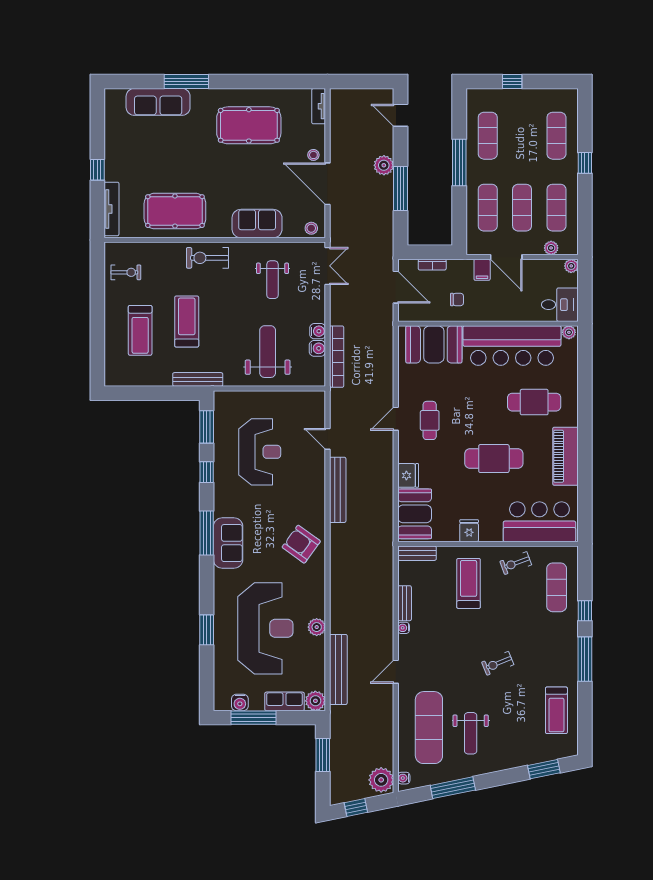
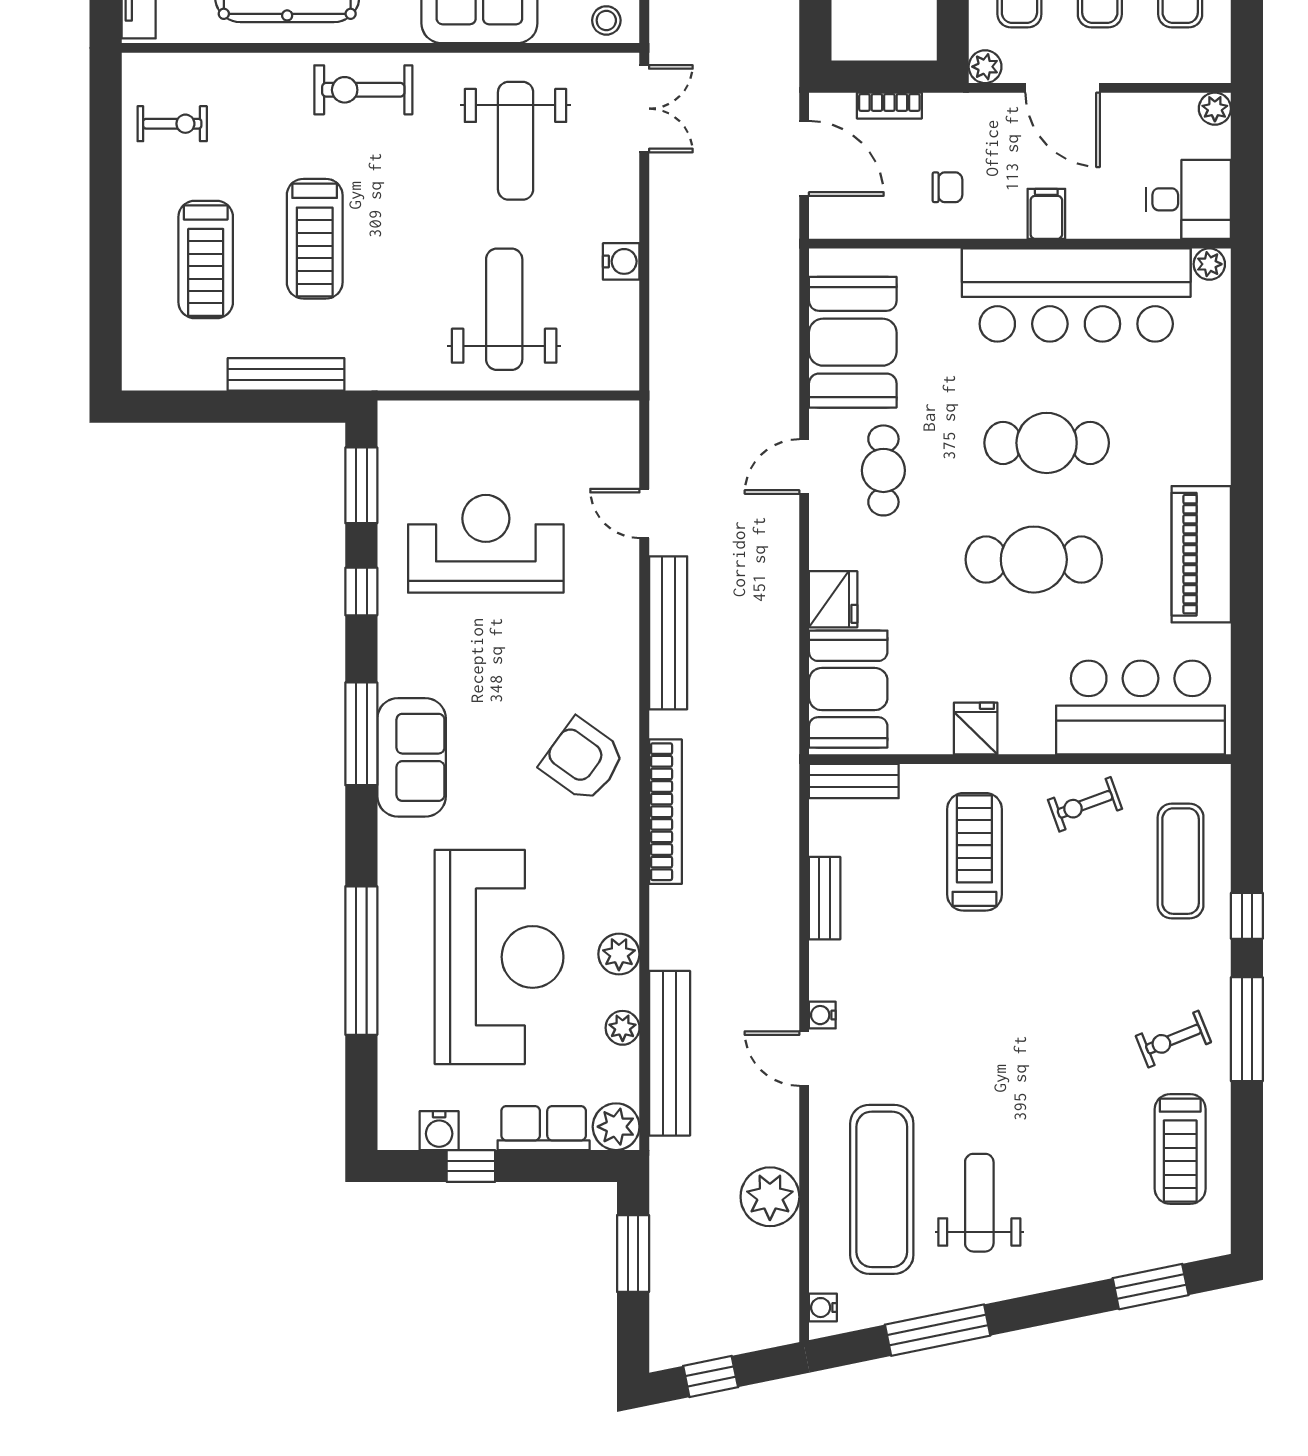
plant: (551, 248) -> (985, 67), moved
filing cabinet: (482, 270) -> (1046, 214), moved, turned 180
weight bench: (273, 280) -> (516, 141), width x1.36, depth x1.33
treadmill: (187, 321) -> (315, 239), turned 180
booth: (434, 344) -> (853, 342), moved, turned 90
water cooler: (317, 348) -> (621, 302), removed
bookcase: (337, 357) -> (665, 812), moved
bench: (198, 379) -> (286, 374), moved
cafe table: (534, 402) -> (1047, 443), moved
reception desk: (260, 452) -> (486, 544), turned -90
water cooler: (404, 628) -> (822, 1015), moved
window: (207, 630) -> (361, 961), width x2.11
plant: (318, 659) -> (623, 1028), added
exercise bike: (498, 663) -> (1173, 1039), moved
door: (396, 672) -> (804, 1059), hinge flipped
window: (253, 718) -> (471, 1166), width x0.46
weight bench: (471, 733) -> (979, 1203), turned 180
plant: (381, 780) -> (770, 1197), moved

